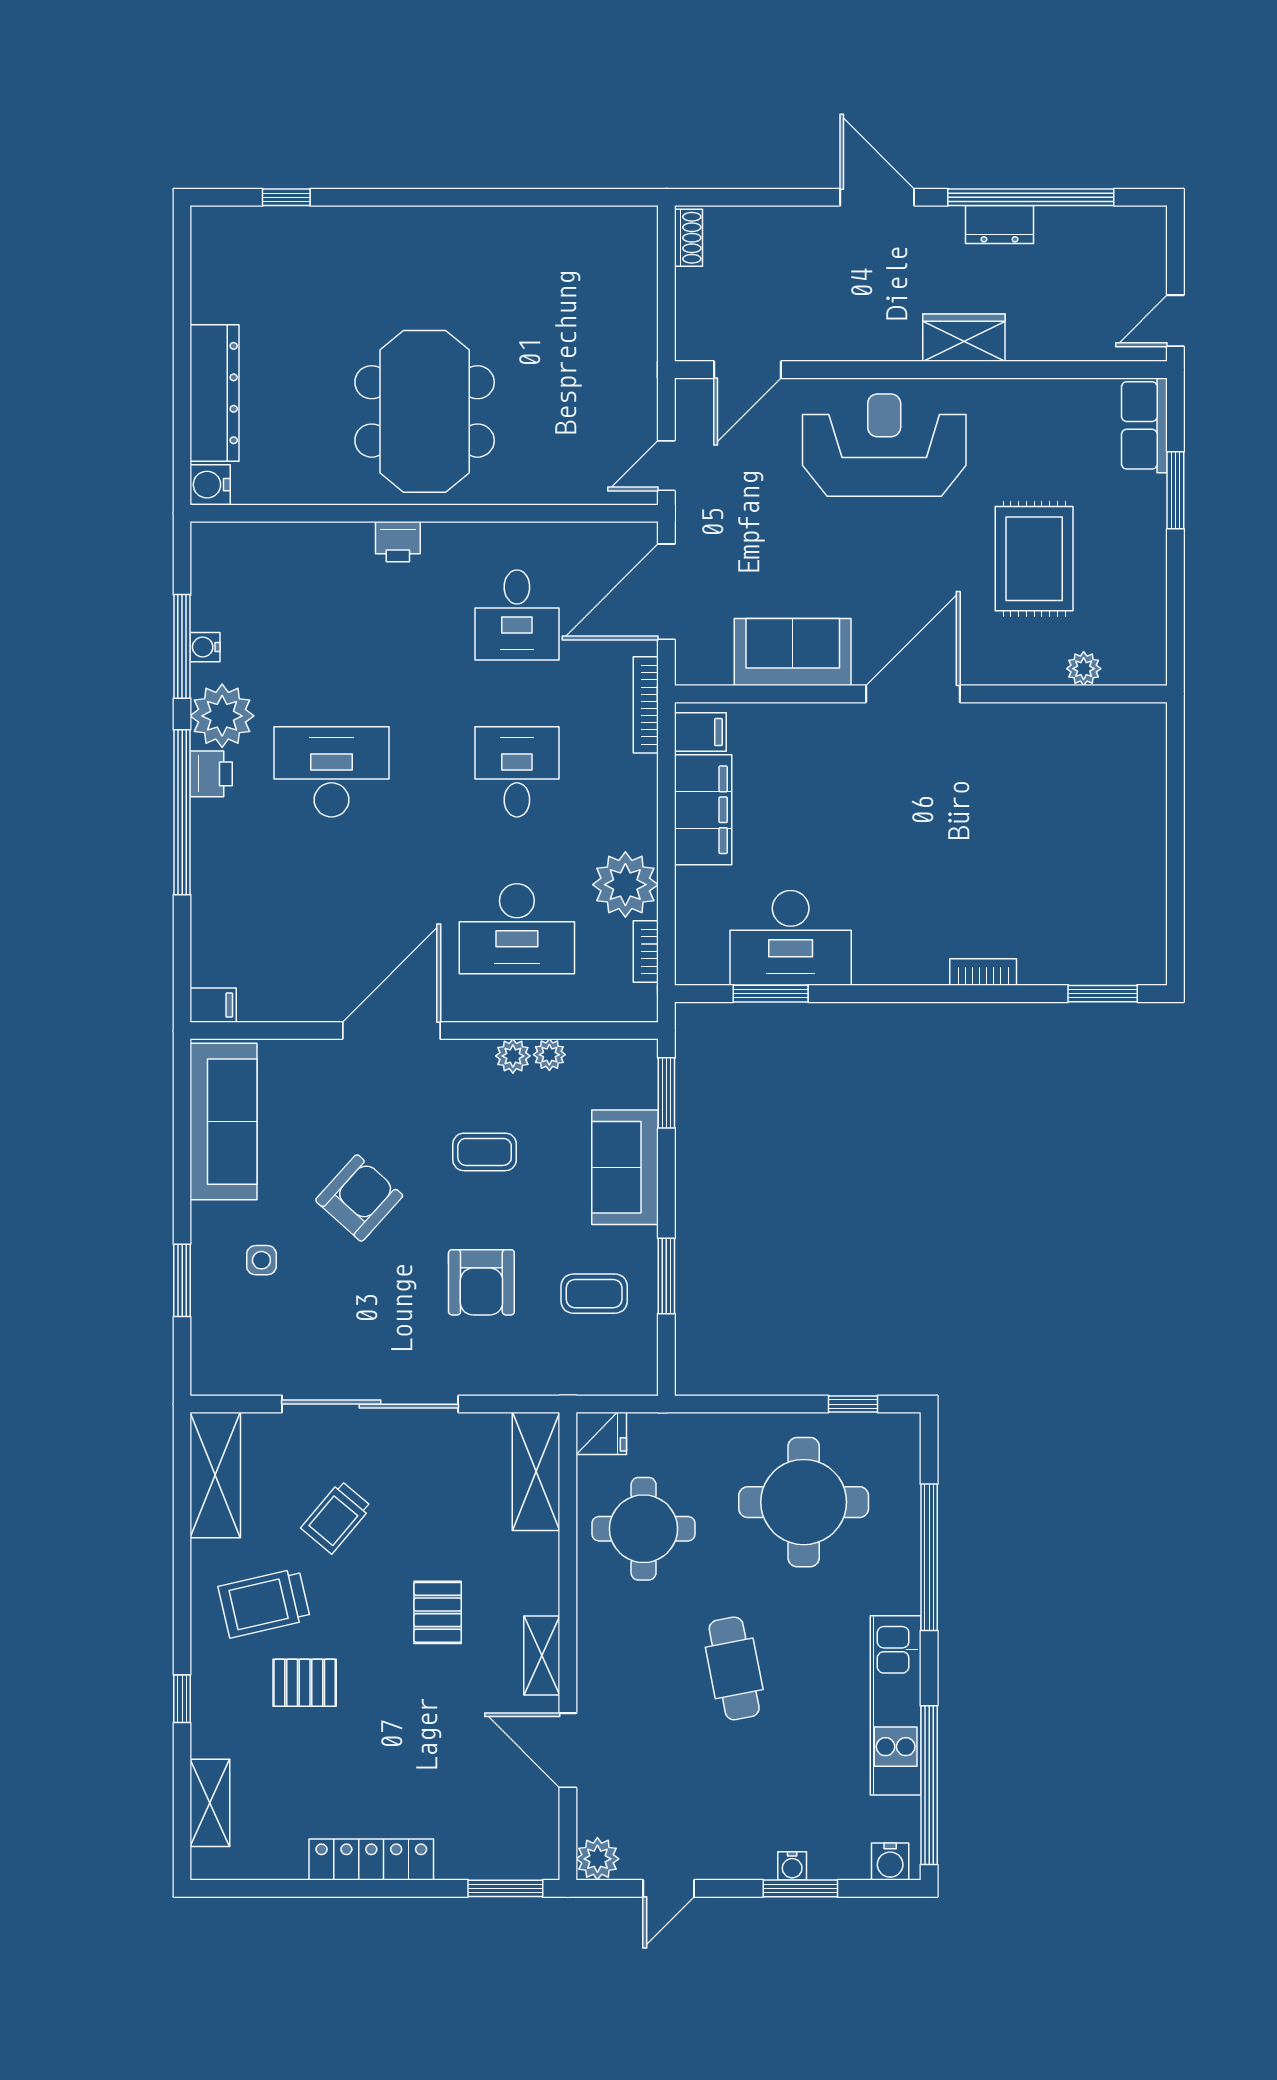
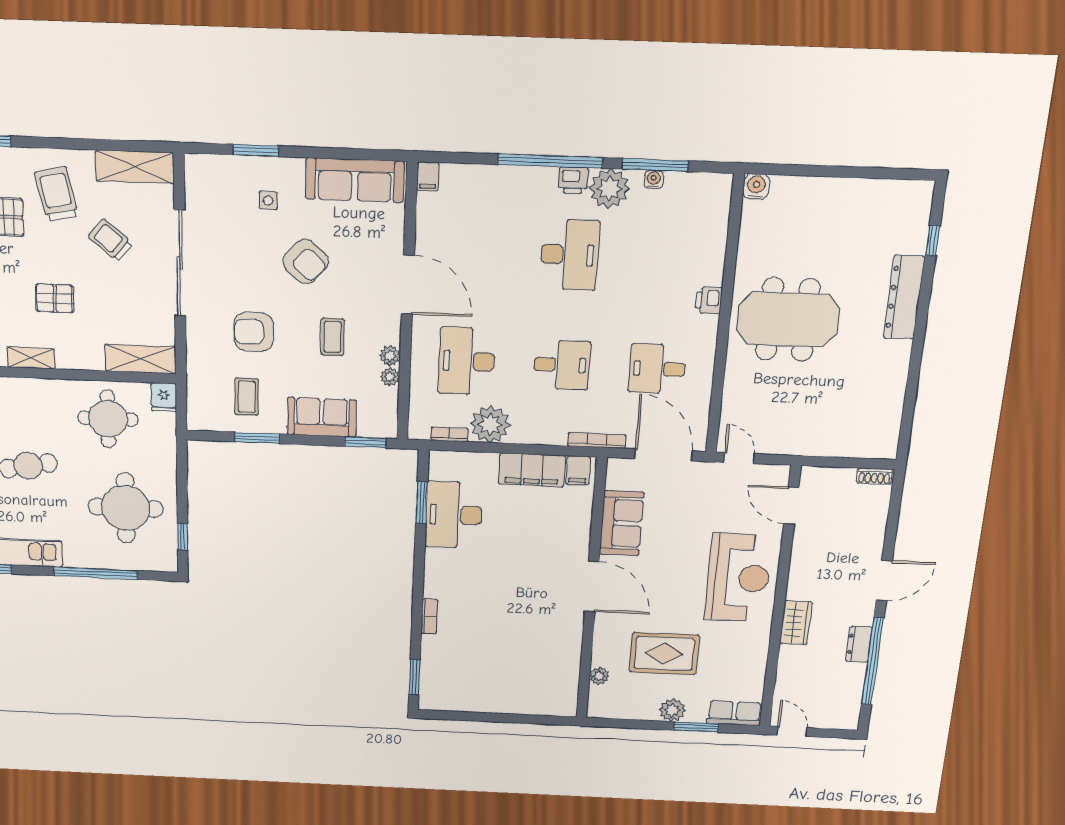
dresser: (215, 393) -> (904, 297), moved, turned 90
plant: (1144, 535) -> (672, 710), added

